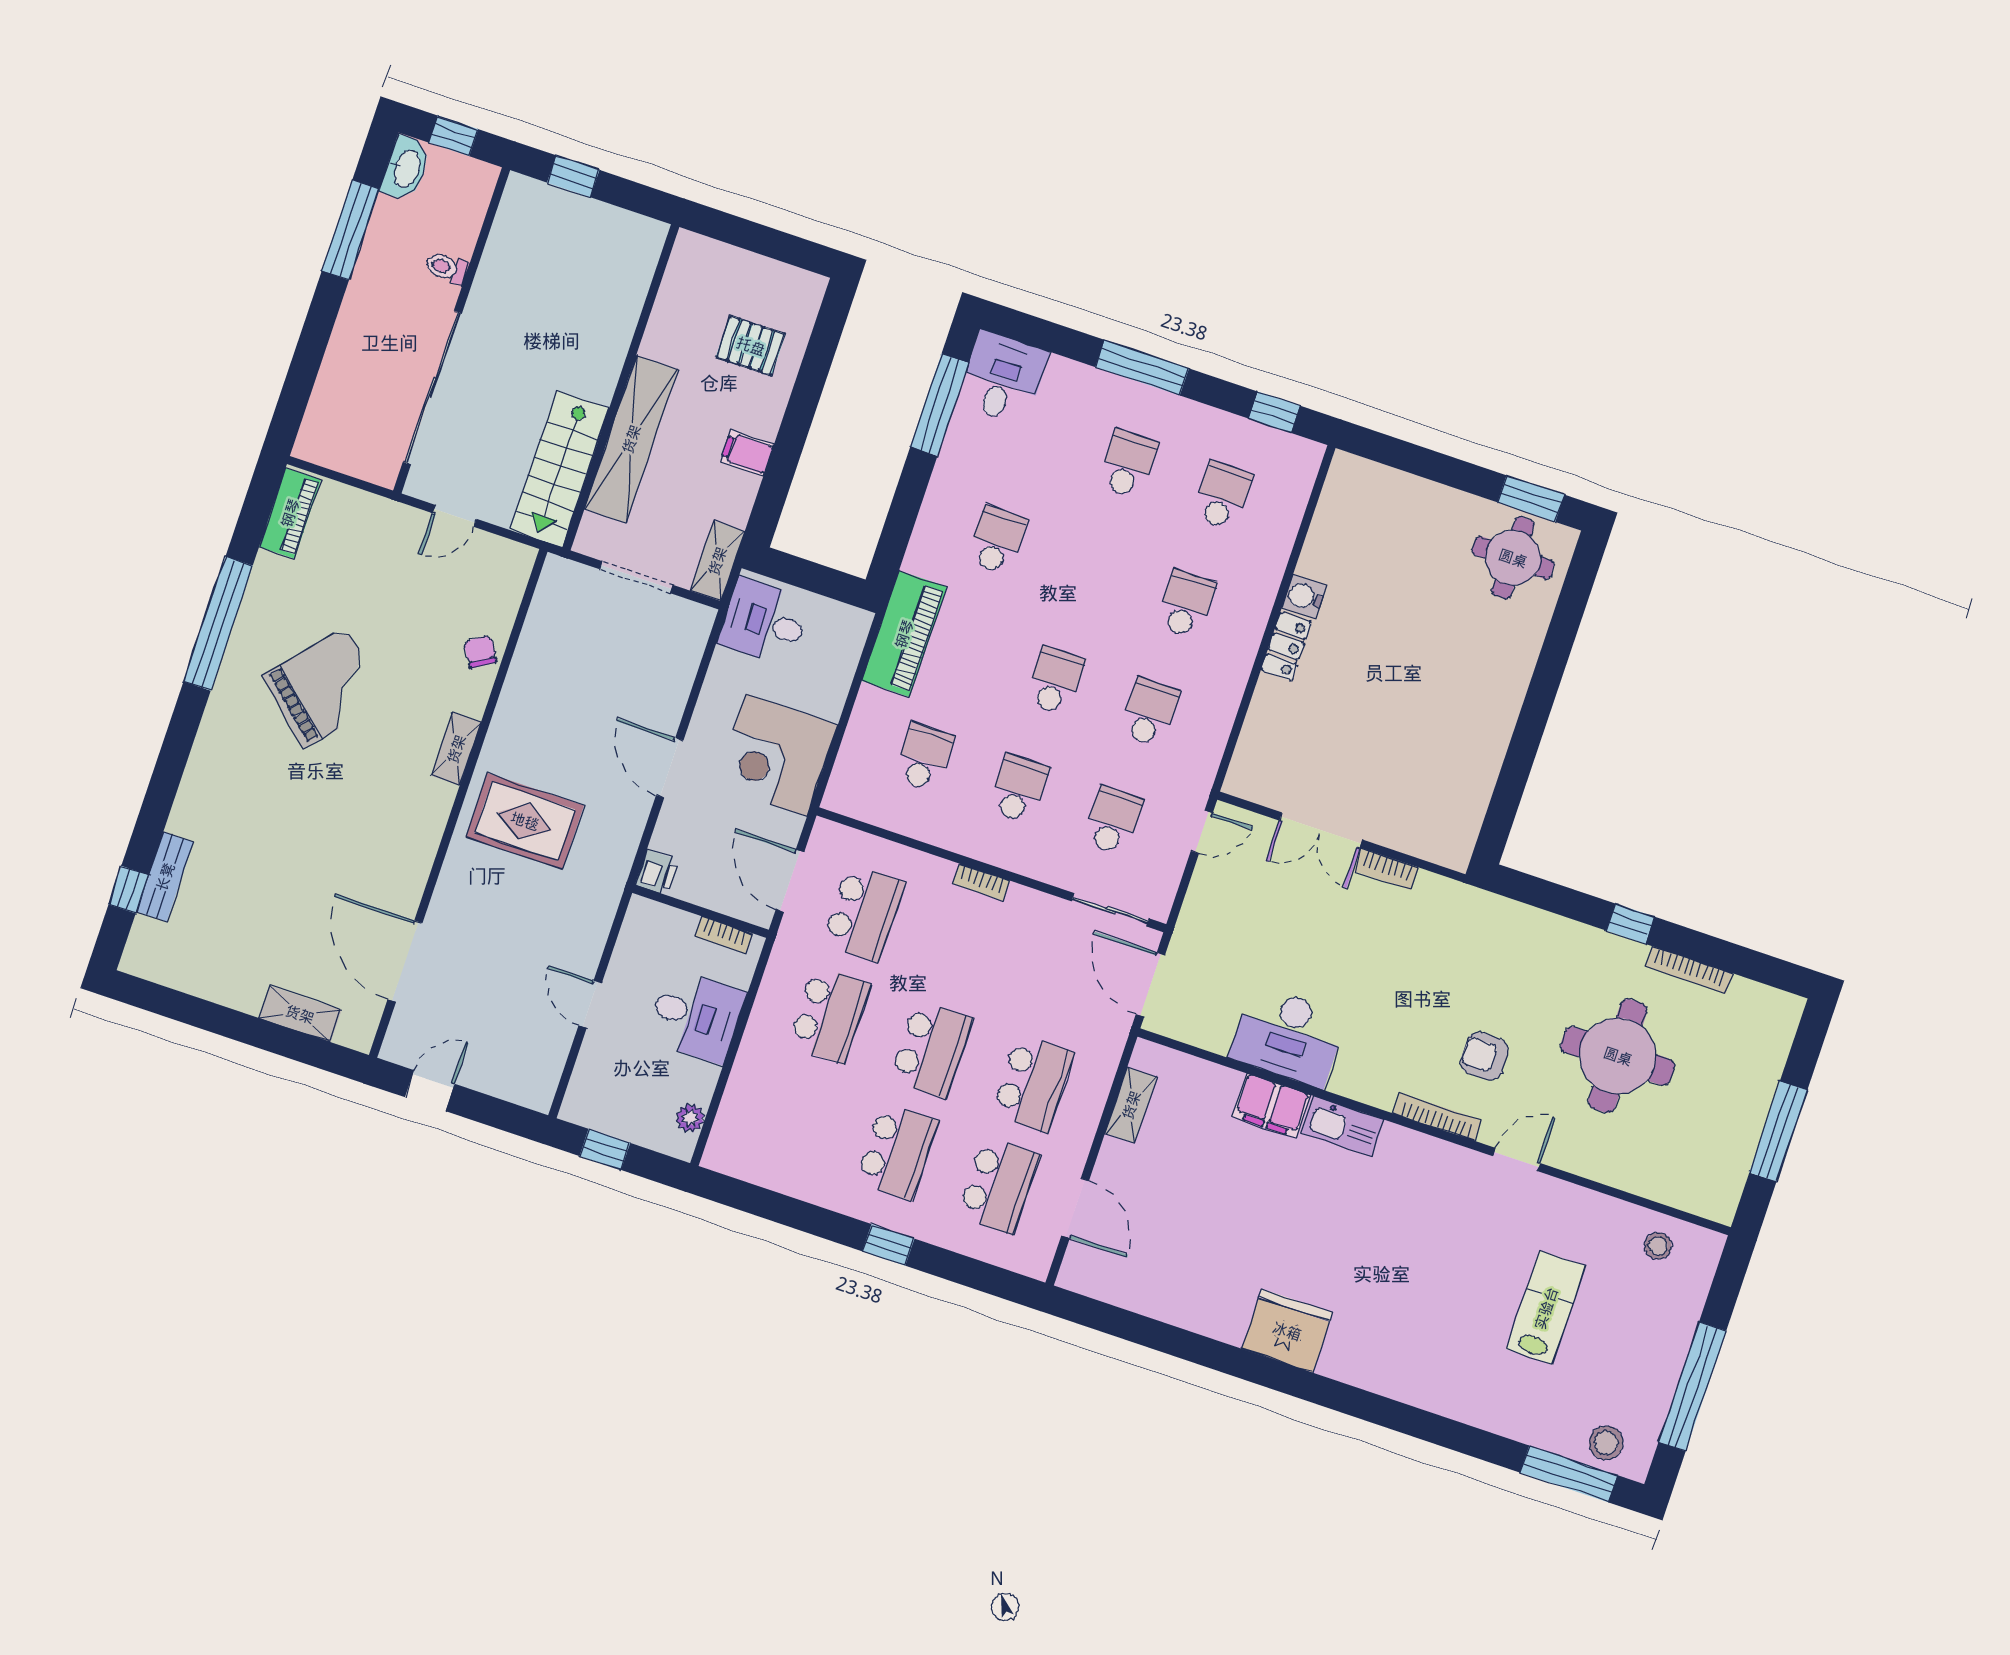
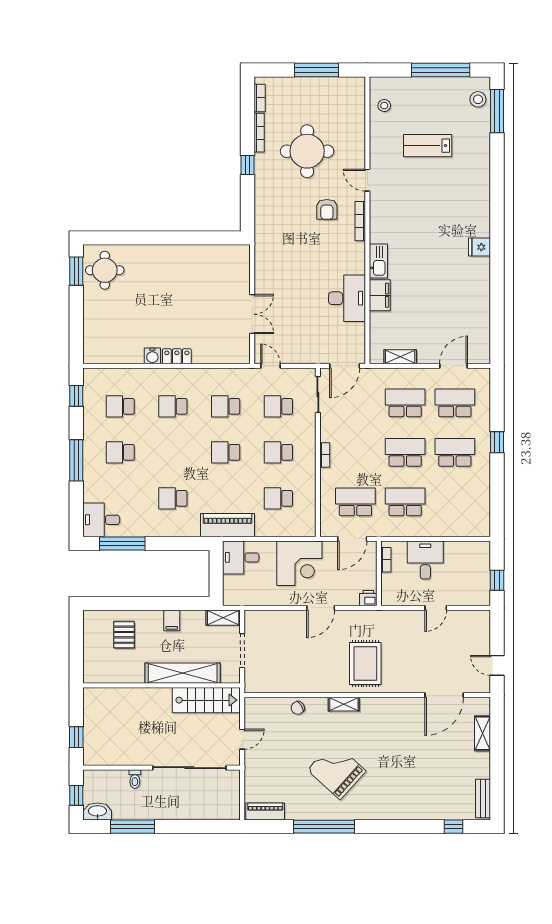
door: (455, 516) -> (242, 739), hinge flipped
desk: (765, 622) -> (241, 557), moved, turned 90
bookcase: (1386, 869) -> (260, 98), moved
bench: (165, 877) -> (483, 798), moved, turned 90
plant: (690, 1118) -> (471, 547), removed
fridge: (1287, 1331) -> (480, 247), width x0.53, depth x0.75

